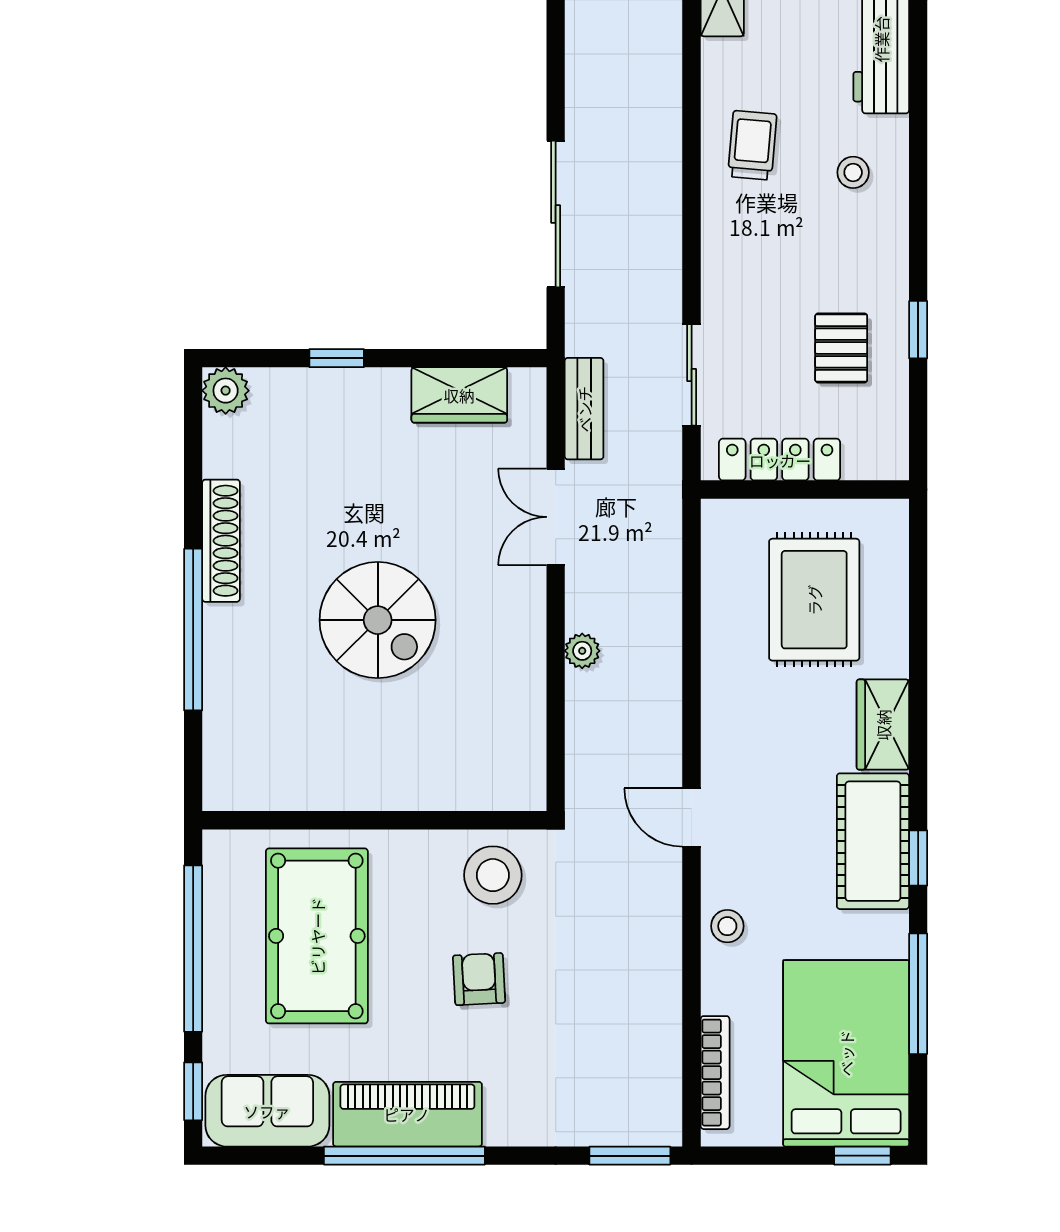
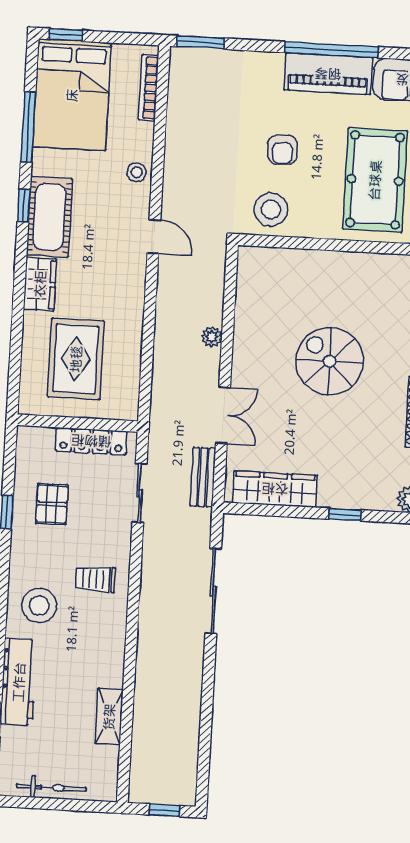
trolley: (752, 145) -> (96, 579), moved, turned 85
stool: (853, 172) -> (39, 605), width x1.89, depth x1.89
wardrobe: (459, 395) -> (275, 489), width x1.50

